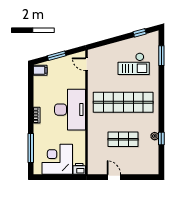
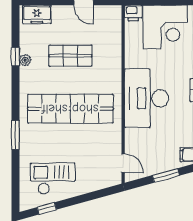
window: (161, 56) -> (15, 135), moved
checkout: (134, 64) -> (53, 179), moved
freezer: (146, 168) -> (37, 14), added

